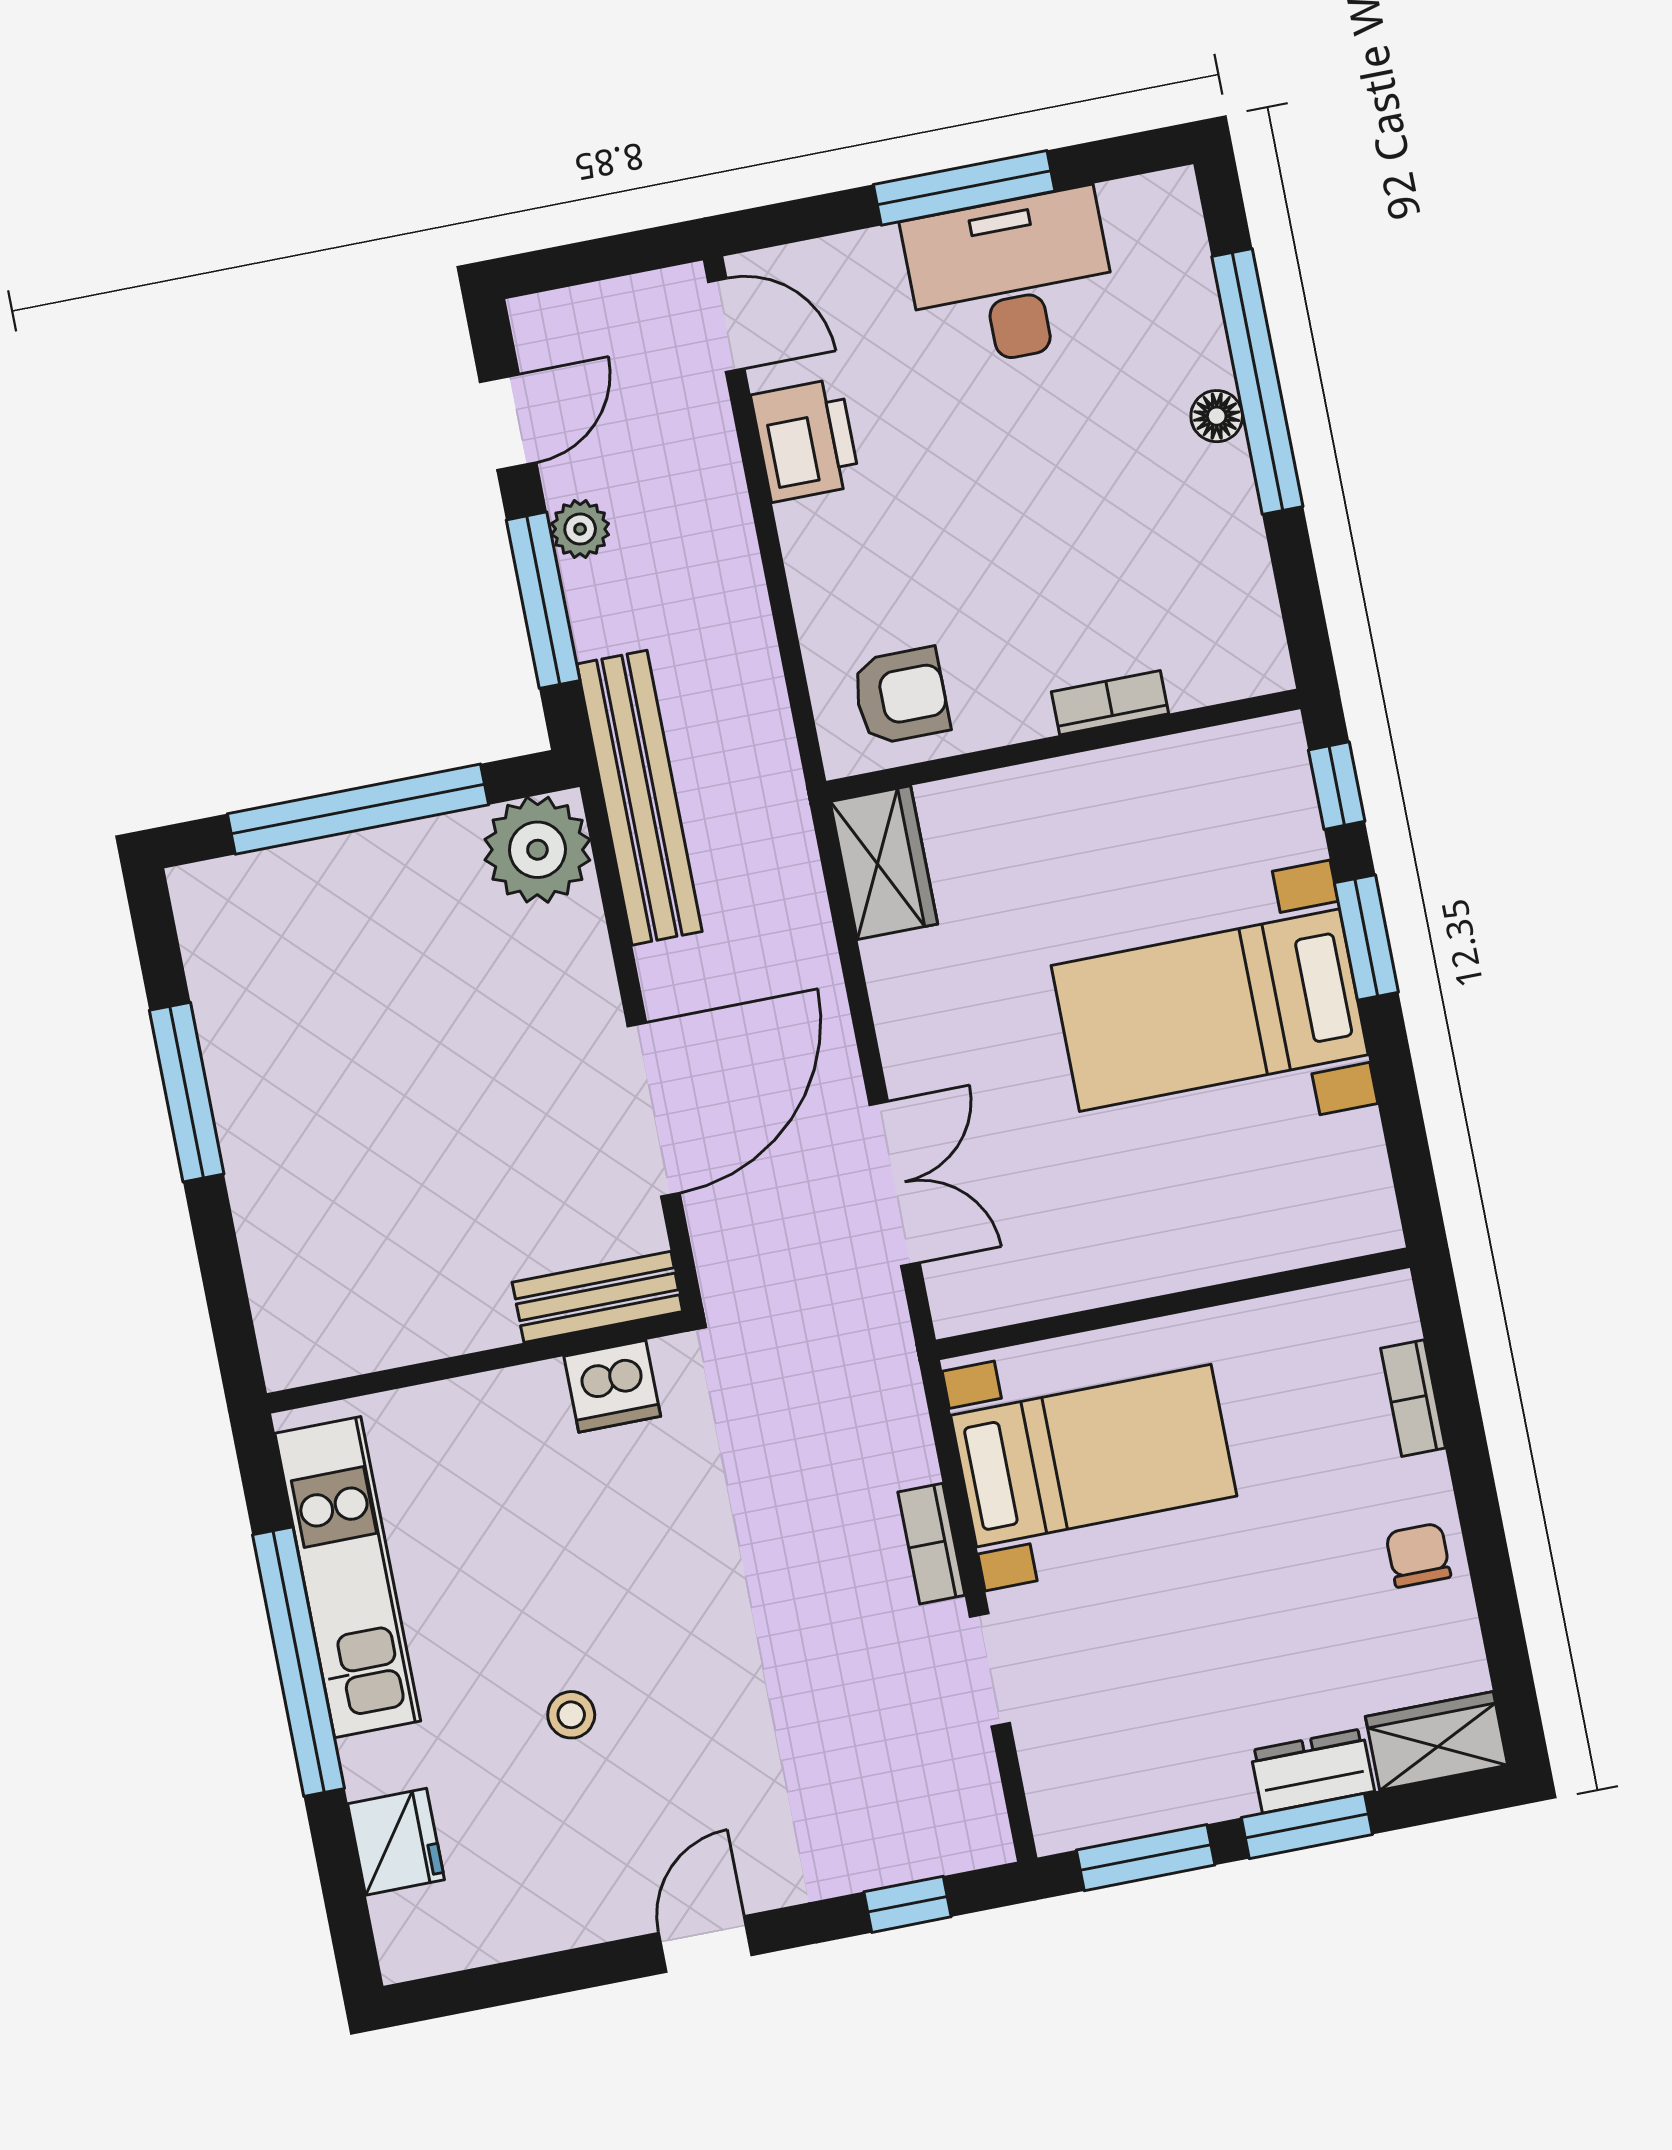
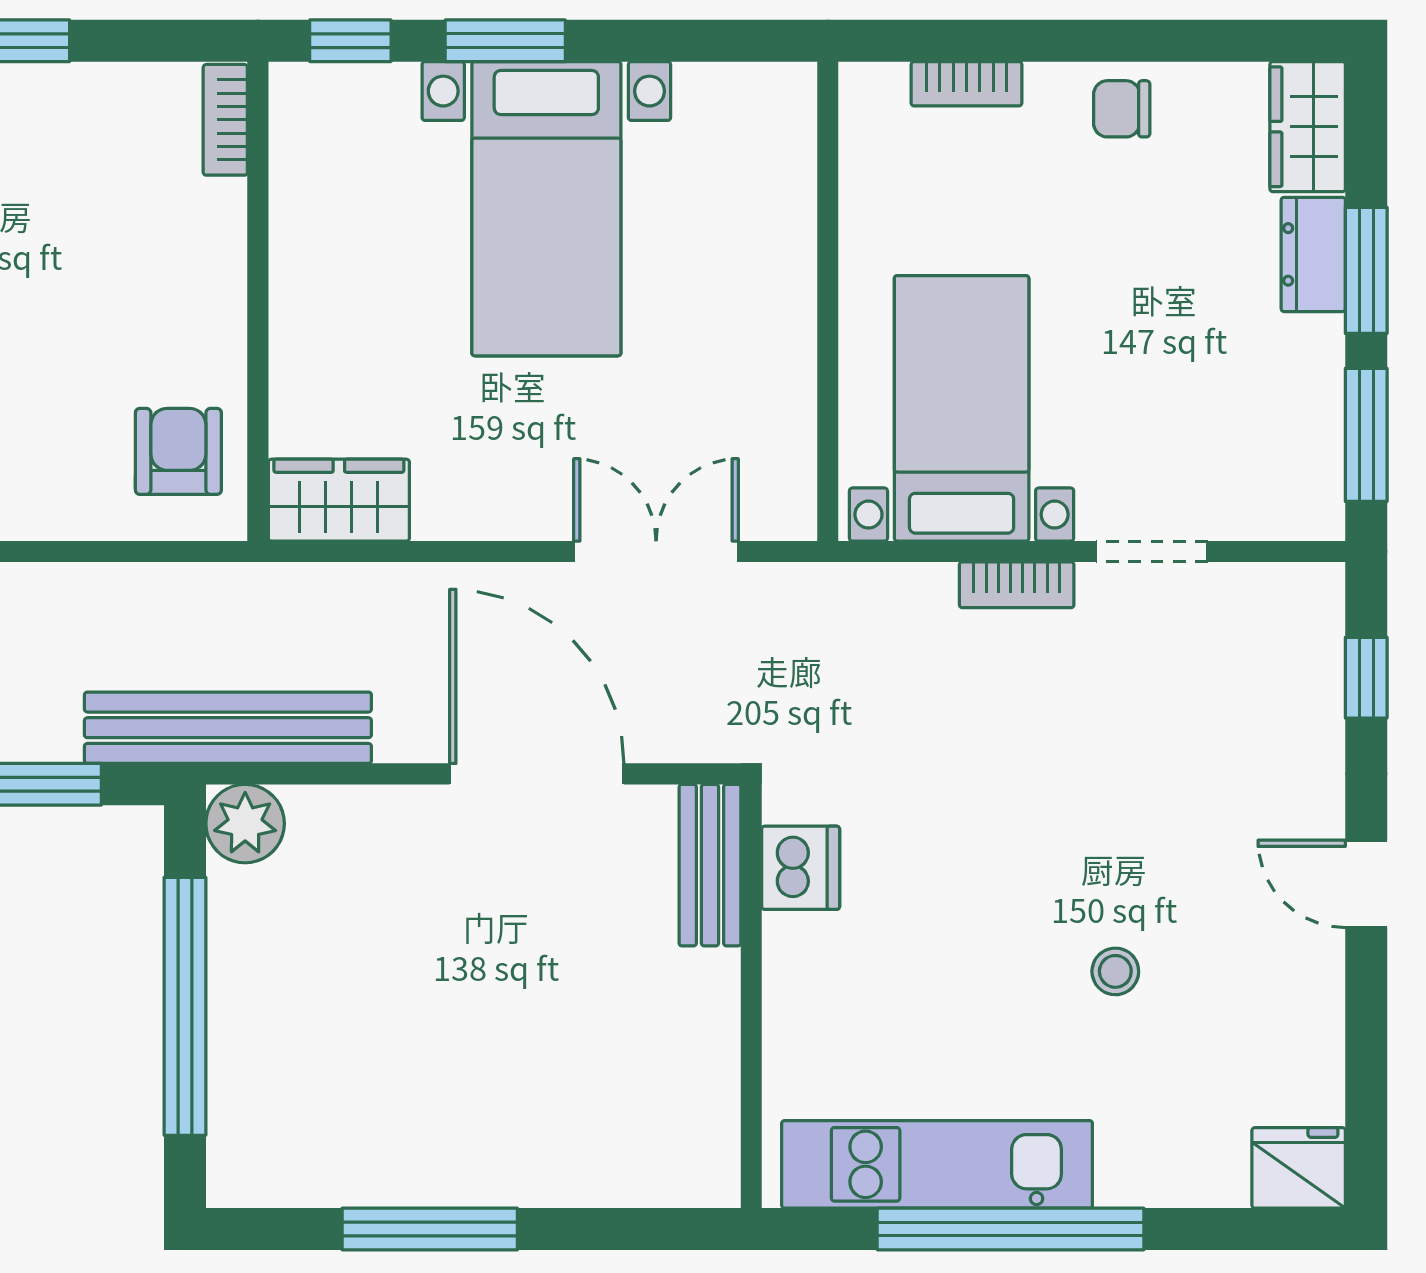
bookcase: (1110, 703) -> (225, 120), moved
plant: (537, 850) -> (245, 824), width x0.73, depth x0.73
fridge: (396, 1842) -> (1299, 1168), moved

